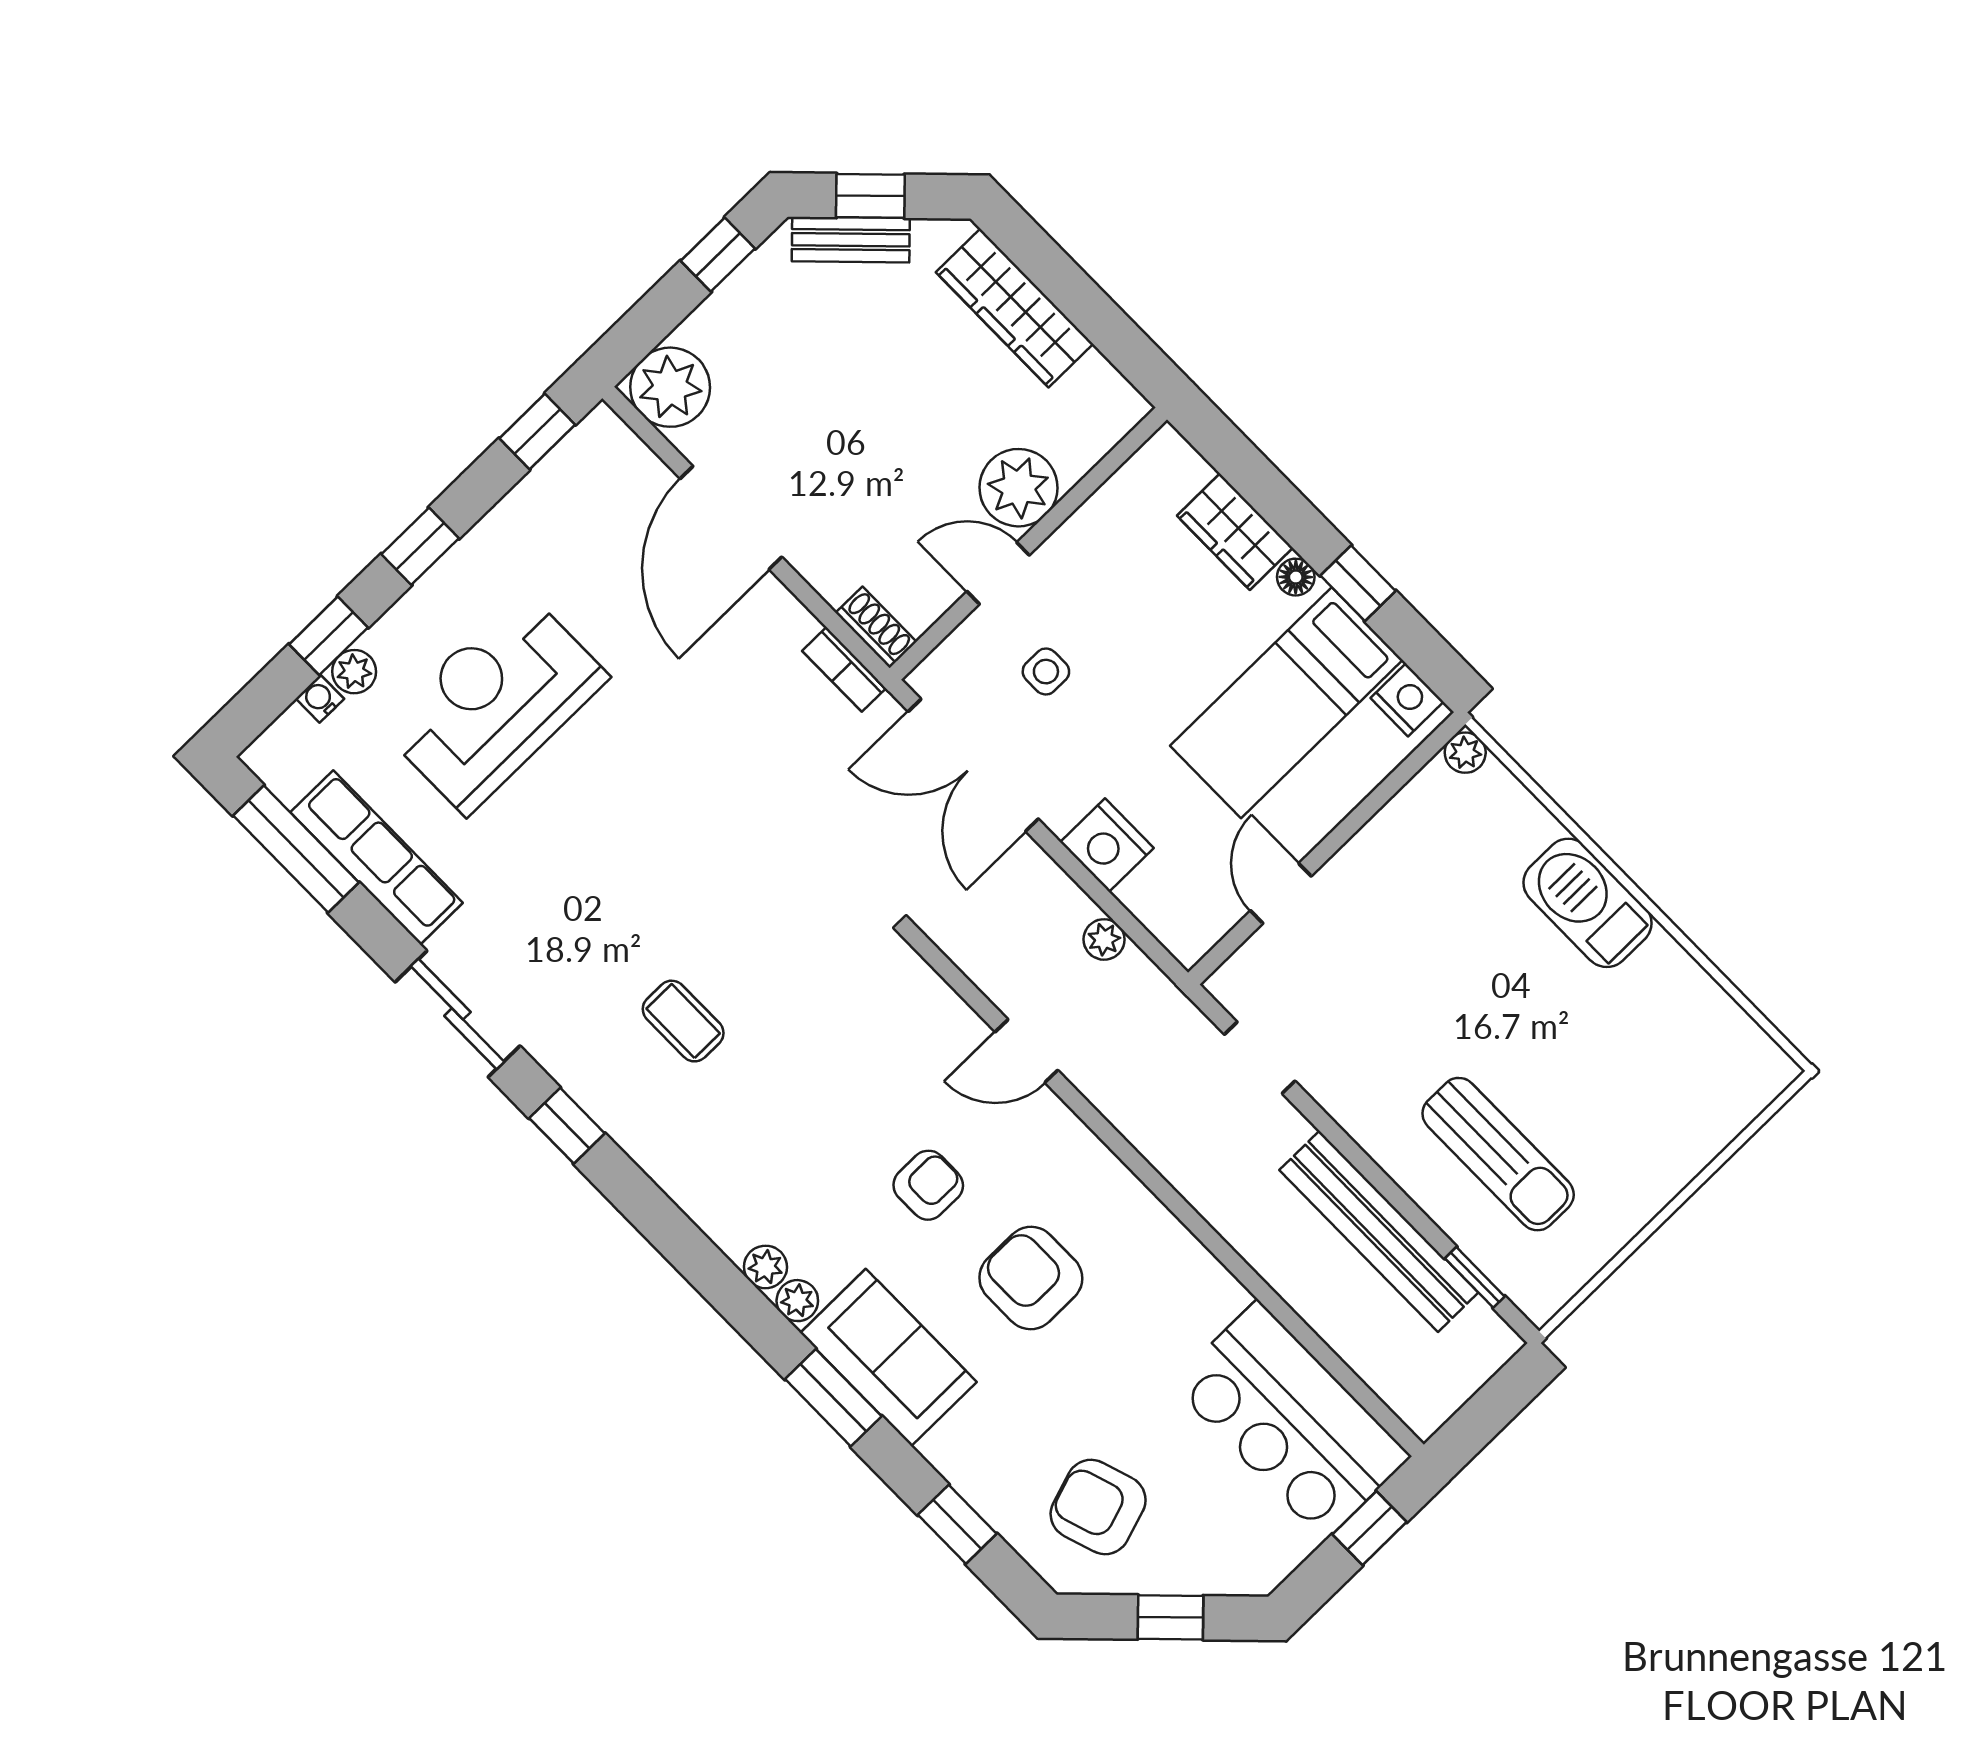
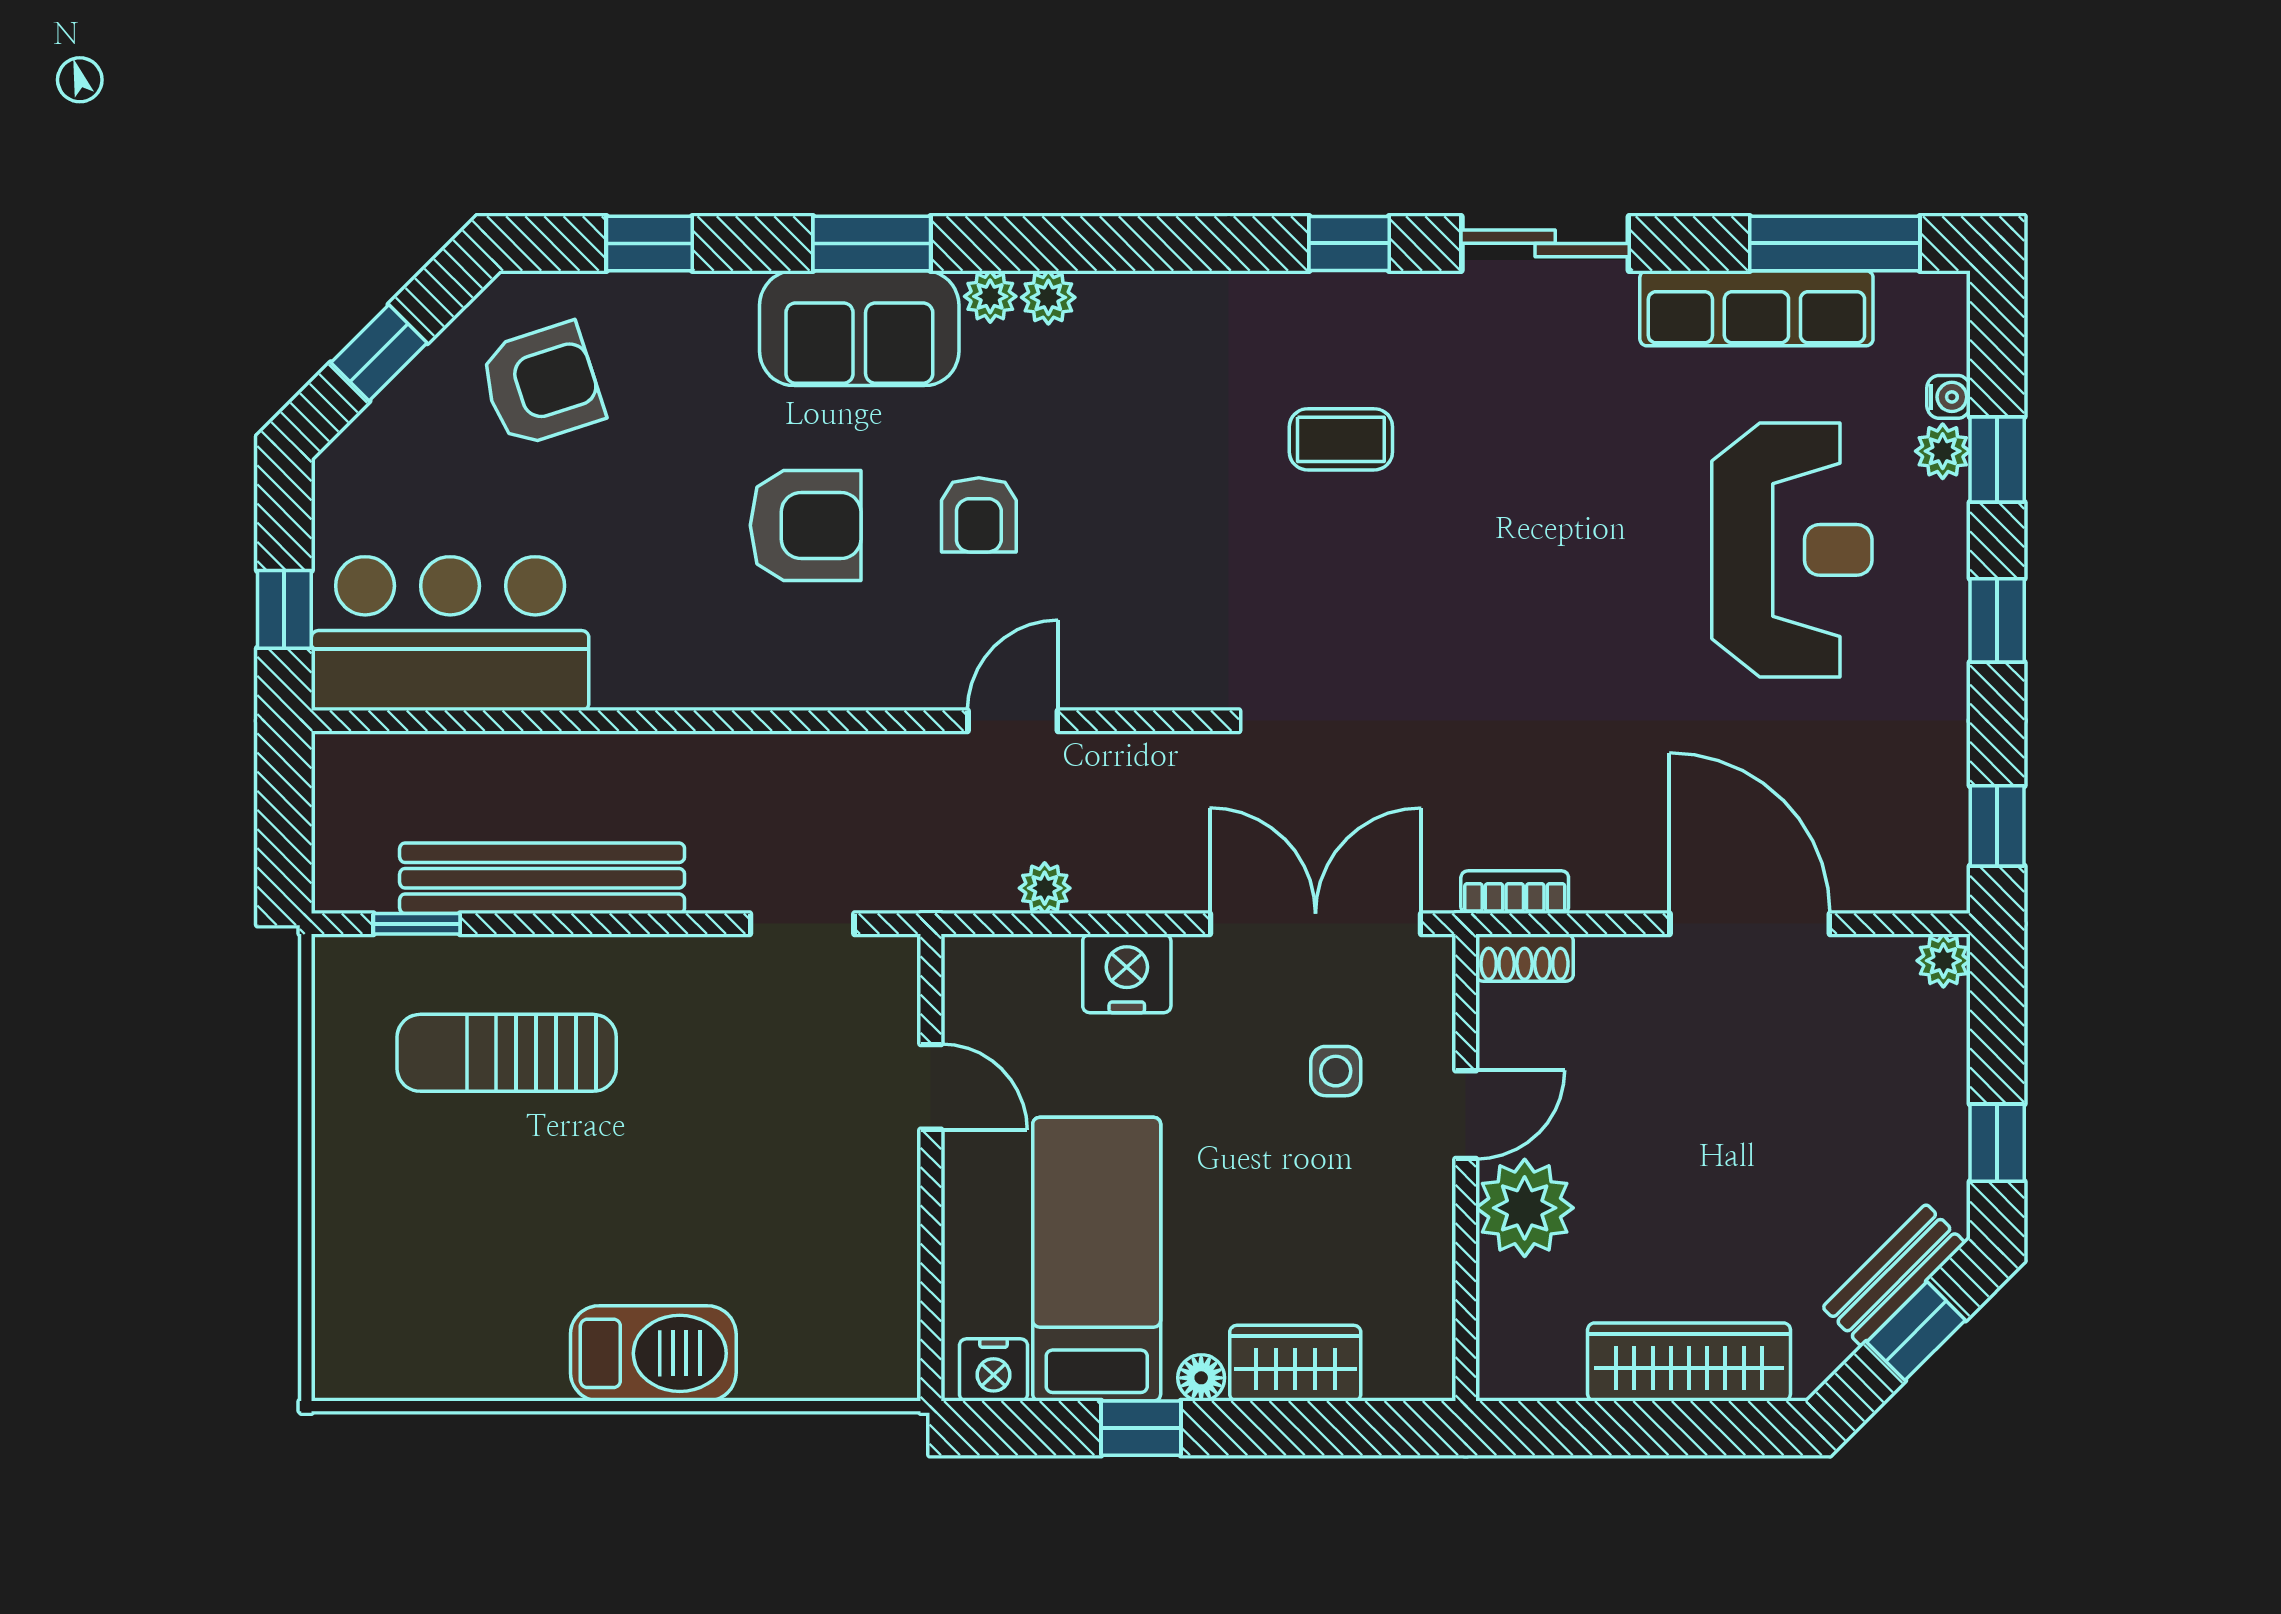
plant: (670, 387) -> (1943, 961), width x0.53, depth x0.53
plant: (1465, 753) -> (895, 1376), removed

